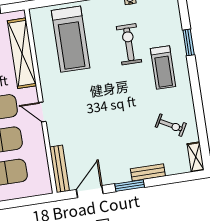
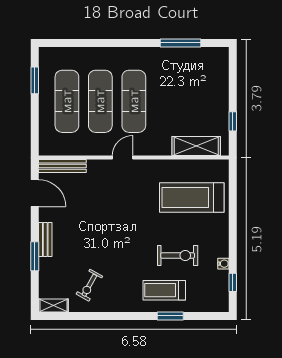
shelving: (22, 53) -> (196, 146), width x0.68
treadmill: (163, 68) -> (164, 290), moved
bench: (148, 172) -> (45, 240), moved
window: (130, 186) -> (35, 256), moved

